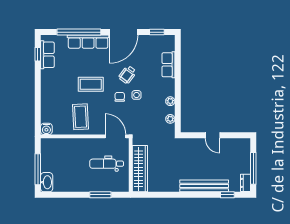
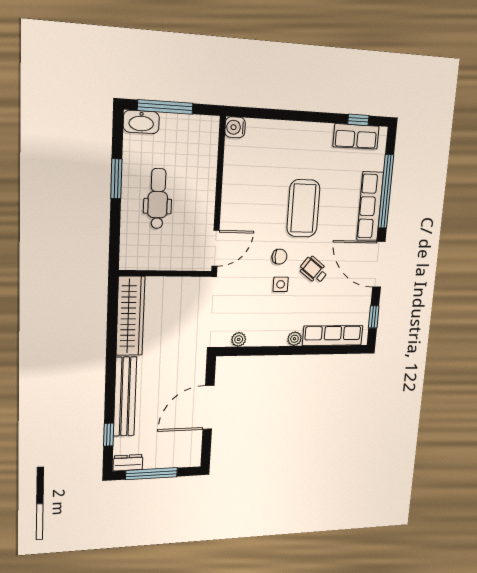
row of seats: (168, 65) -> (333, 335), width x1.48
coffee table: (91, 84) -> (303, 208), width x1.36, depth x1.32
plant: (170, 101) -> (295, 339), moved
coffee table: (81, 117) -> (252, 189), removed
door: (213, 135) -> (208, 407), width x1.88
dental chair: (107, 164) -> (158, 199), moved
wardrobe: (140, 169) -> (130, 316), moved, turned -90
window: (100, 195) -> (116, 179), moved

